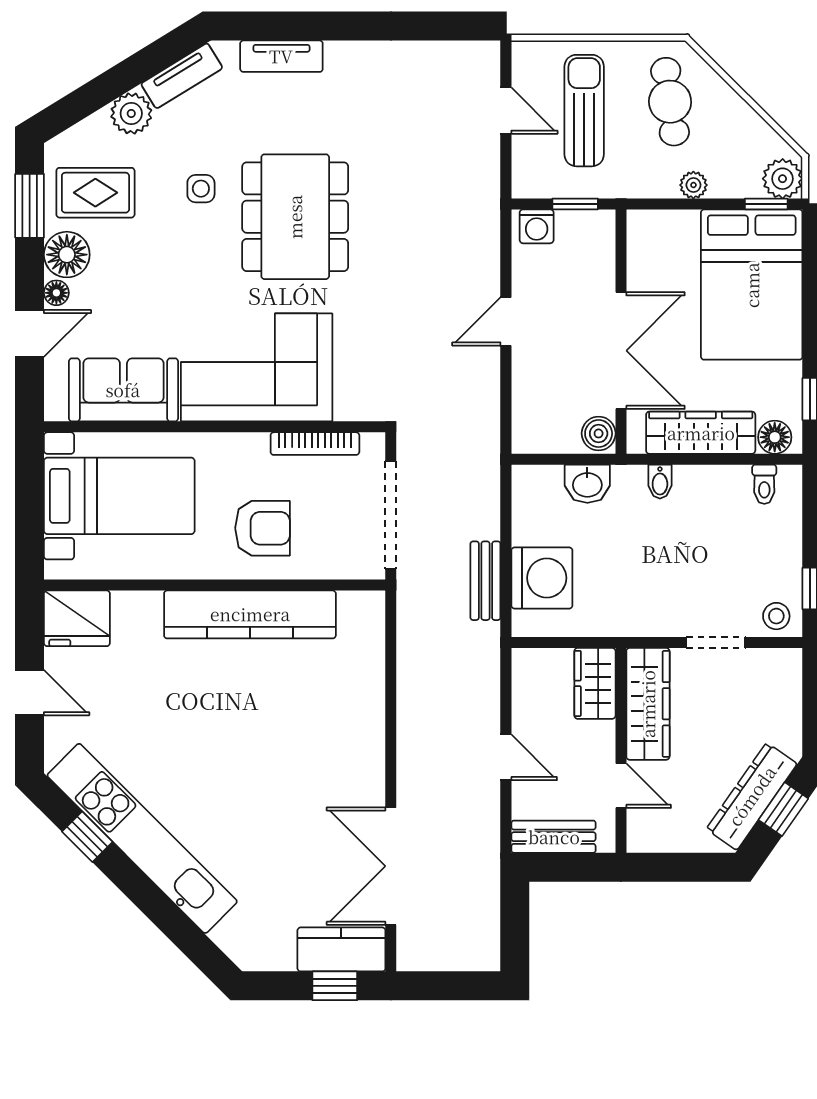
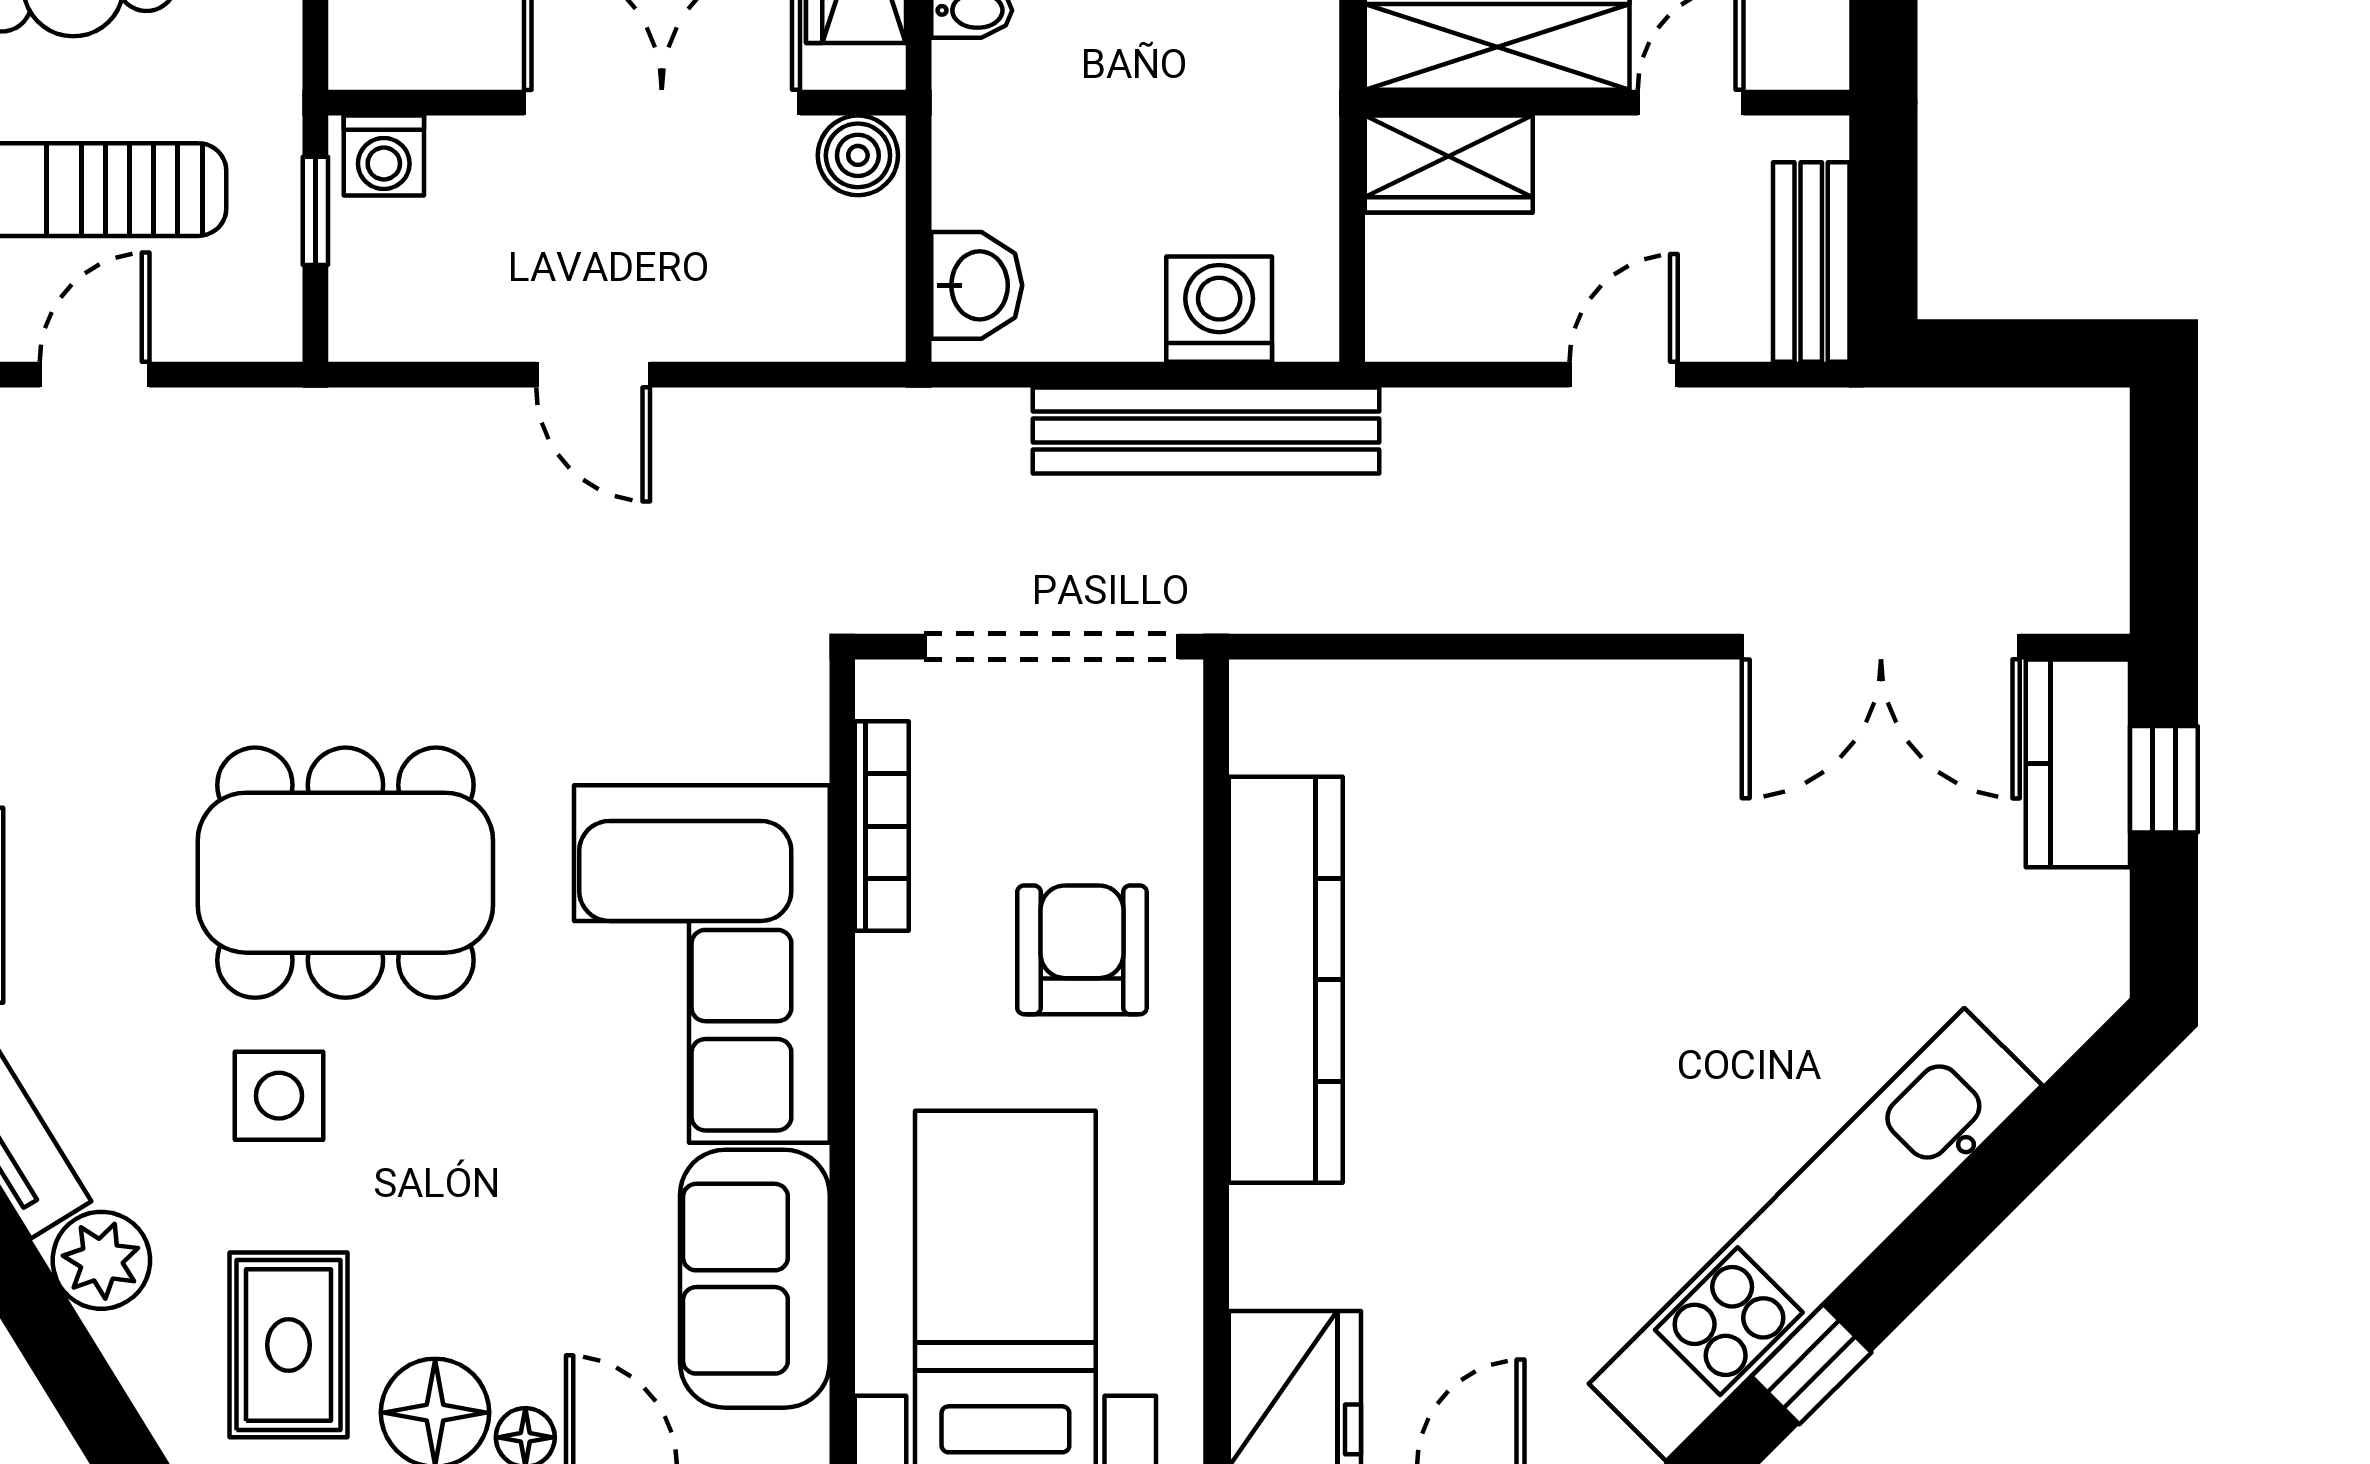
side table: (201, 189) -> (279, 1096), width x1.37, depth x1.37
washing machine: (537, 226) -> (384, 155), moved, turned 90
washbasin: (587, 484) -> (977, 285), moved
washing machine: (542, 578) -> (1219, 309), width x0.73, depth x0.73
bench: (485, 581) -> (1206, 430), width x1.86, depth x1.21

